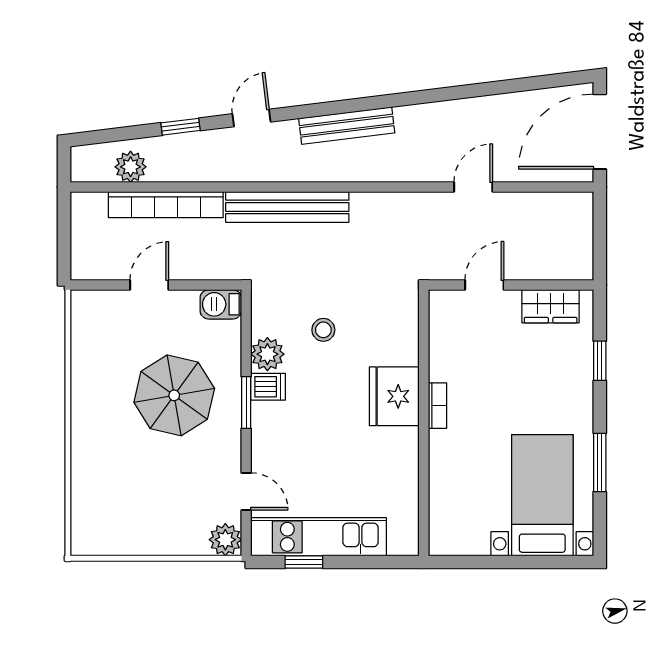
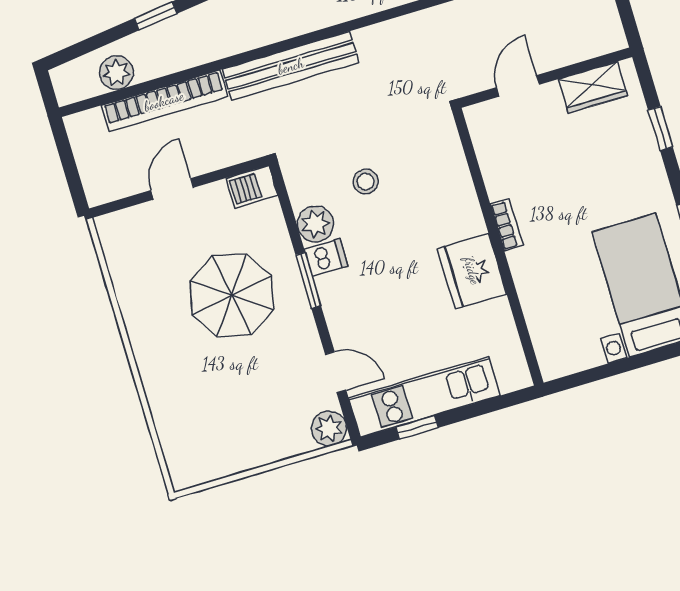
fridge: (394, 396) -> (472, 271), moved

